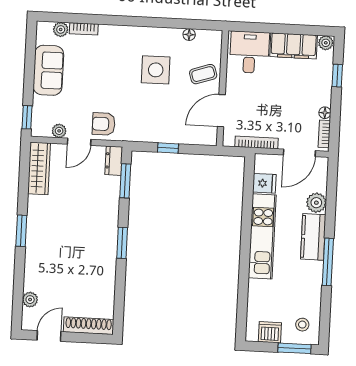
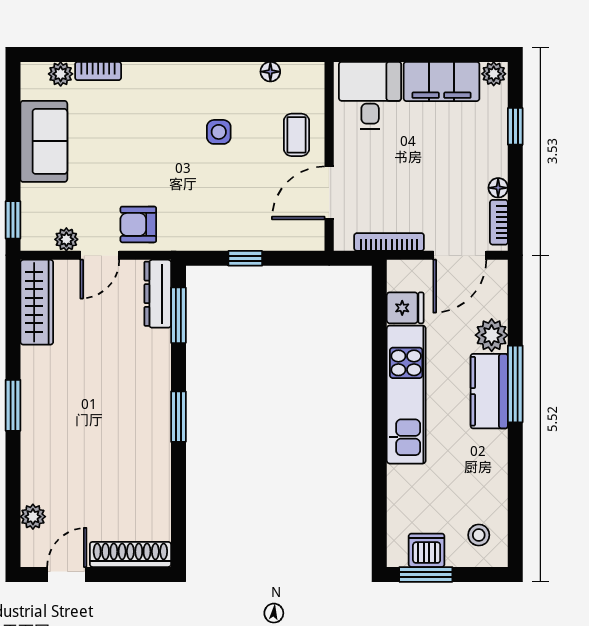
side table: (156, 70) -> (219, 132), width x0.54, depth x0.54
coffee table: (203, 74) -> (296, 135), turned -72
dresser: (114, 161) -> (158, 294), width x1.44
window: (328, 262) -> (515, 384), moved
window: (294, 348) -> (426, 574), moved

